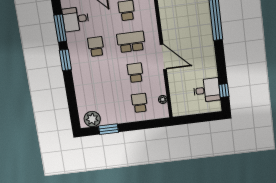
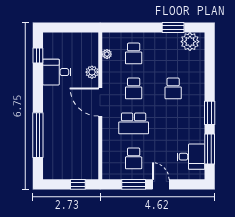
school desk: (96, 47) -> (173, 88), moved
plant: (174, 82) -> (92, 72), added
desk: (207, 90) -> (57, 72), moved

